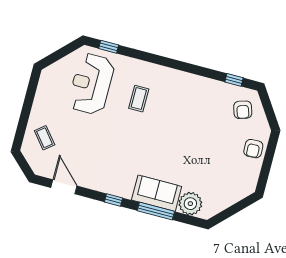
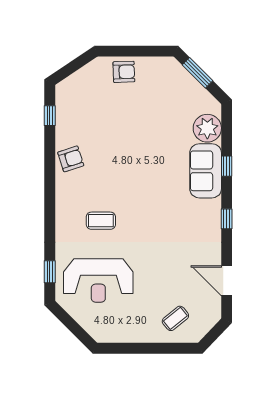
armchair: (243, 110) -> (71, 159), moved
door: (64, 187) -> (227, 281), hinge flipped
window: (237, 207) -> (197, 73), added
window: (156, 211) -> (227, 166), width x0.46

